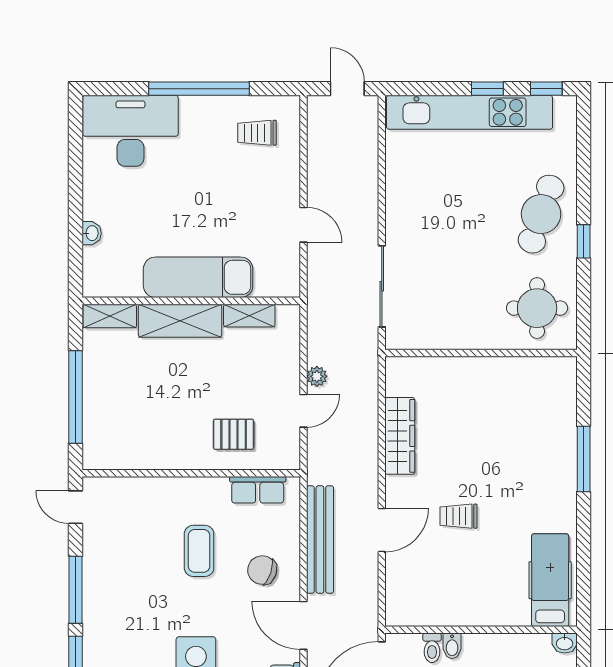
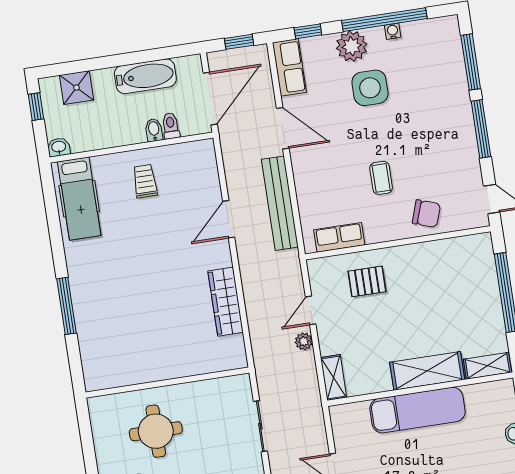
sliding door: (382, 286) -> (260, 426), width x0.73
round table: (537, 308) -> (156, 431), moved
shelving: (249, 316) -> (334, 377), moved, turned 90
trolley: (459, 516) -> (145, 181), moved, turned -90
coffee table: (199, 551) -> (381, 178), width x0.73, depth x0.77
chair: (262, 570) -> (426, 214), moved

